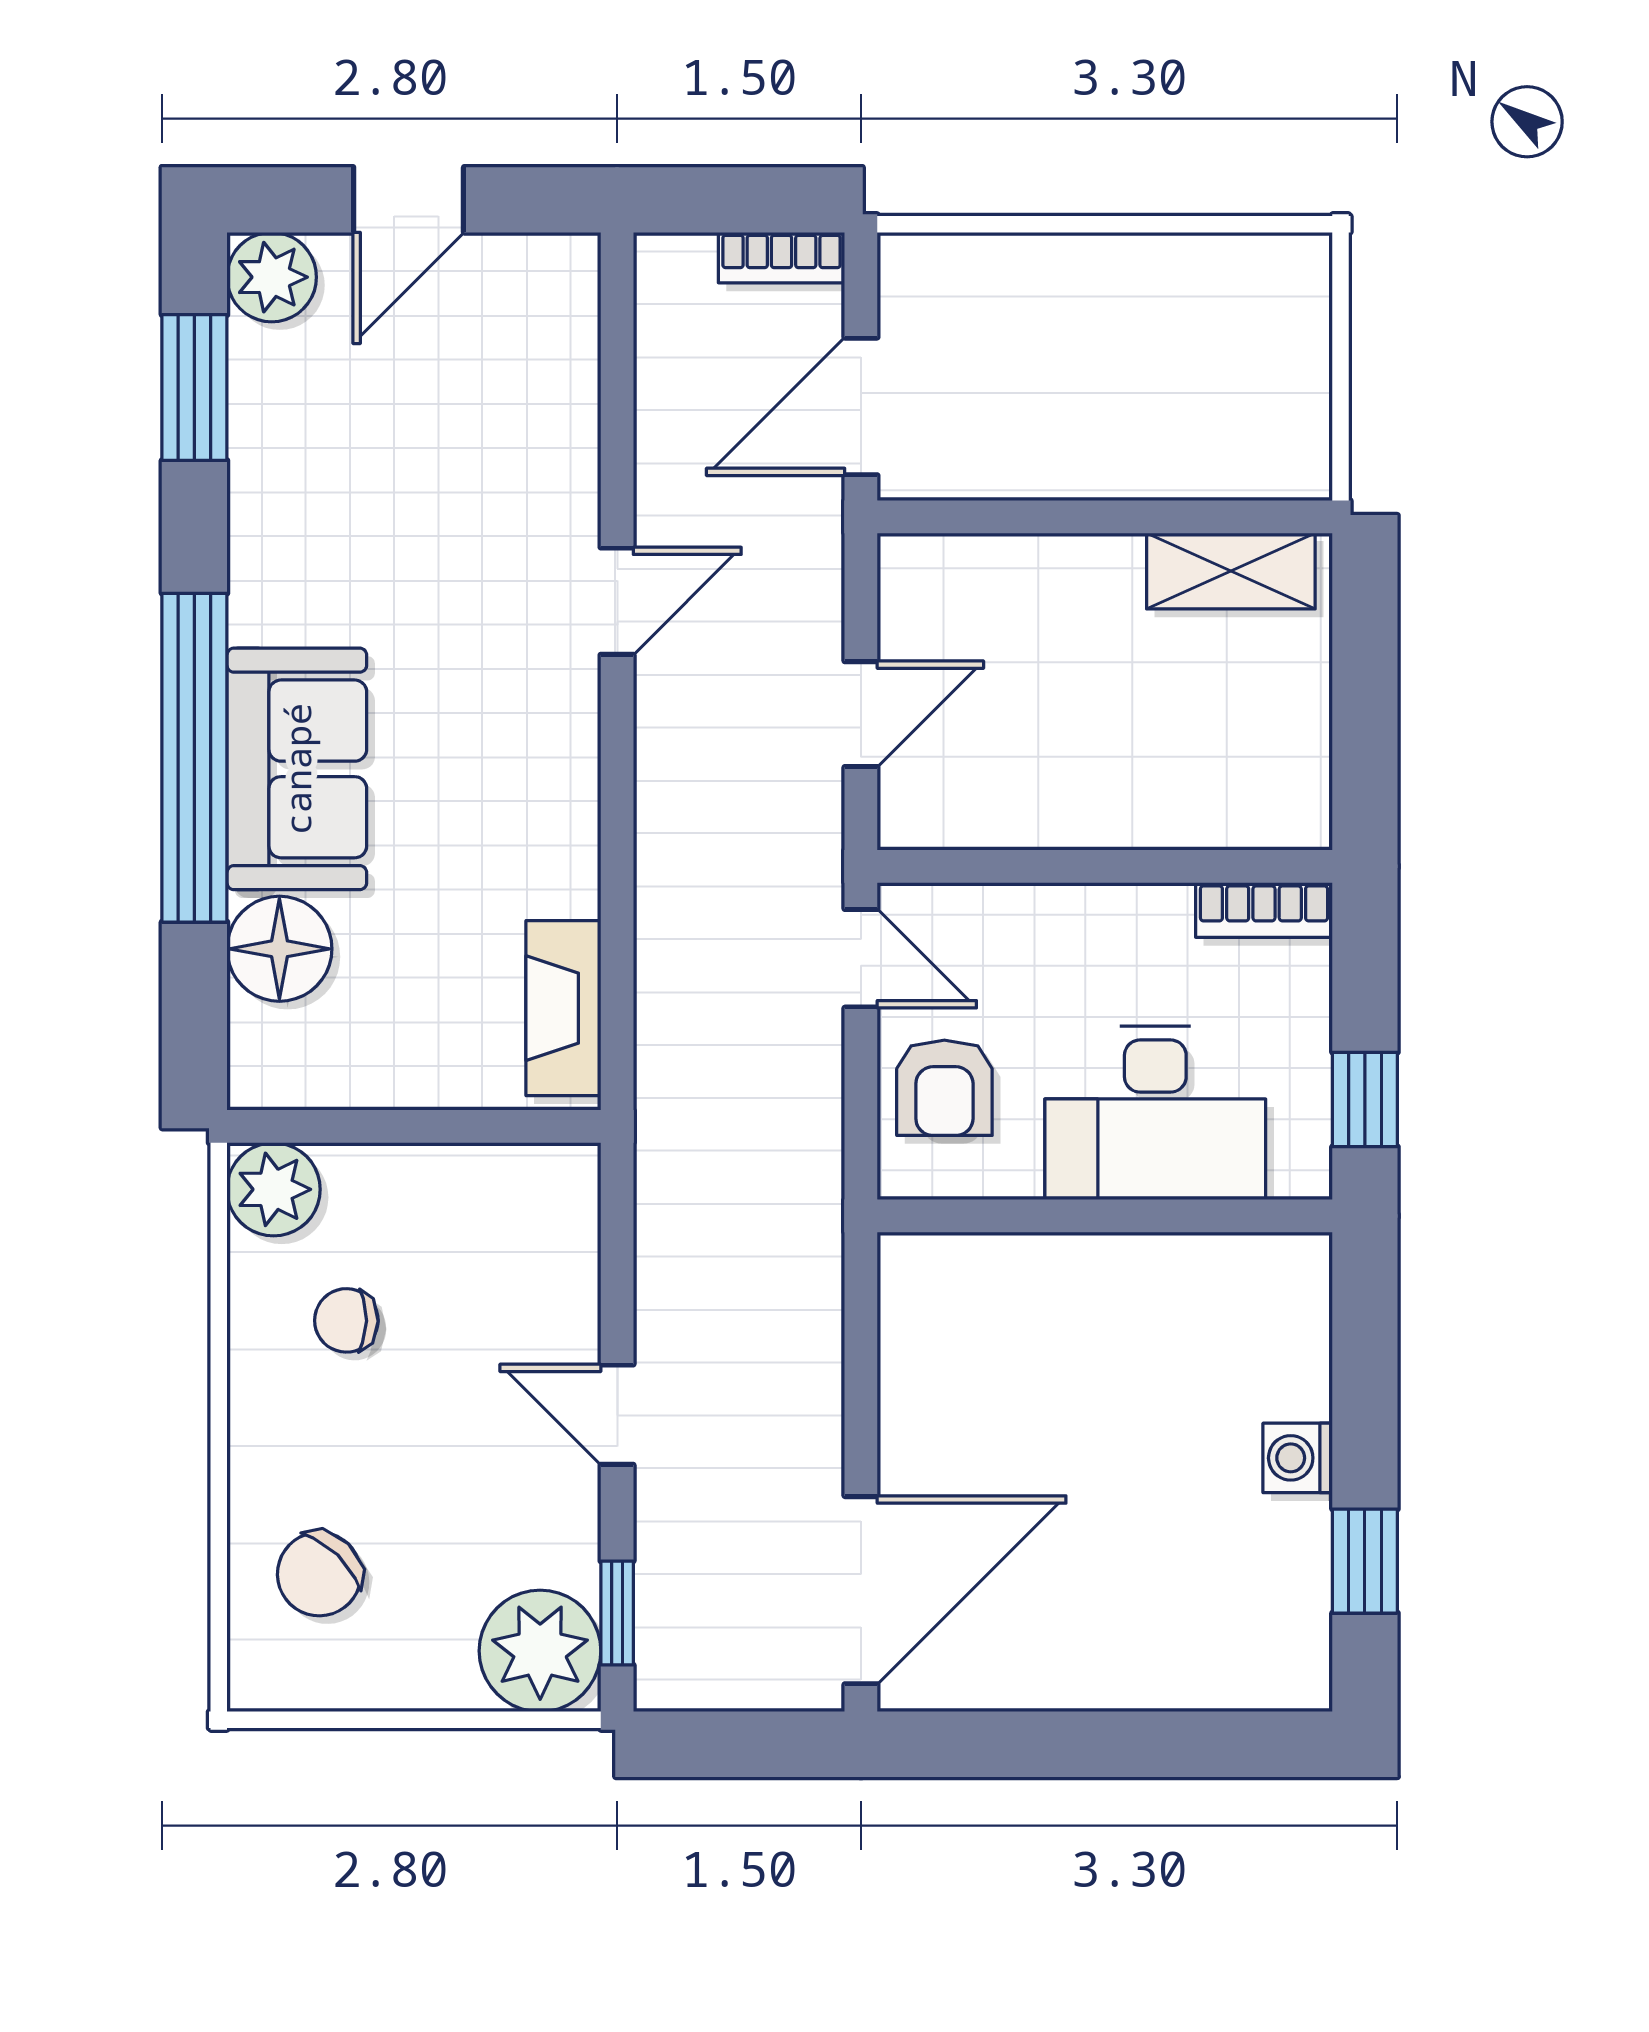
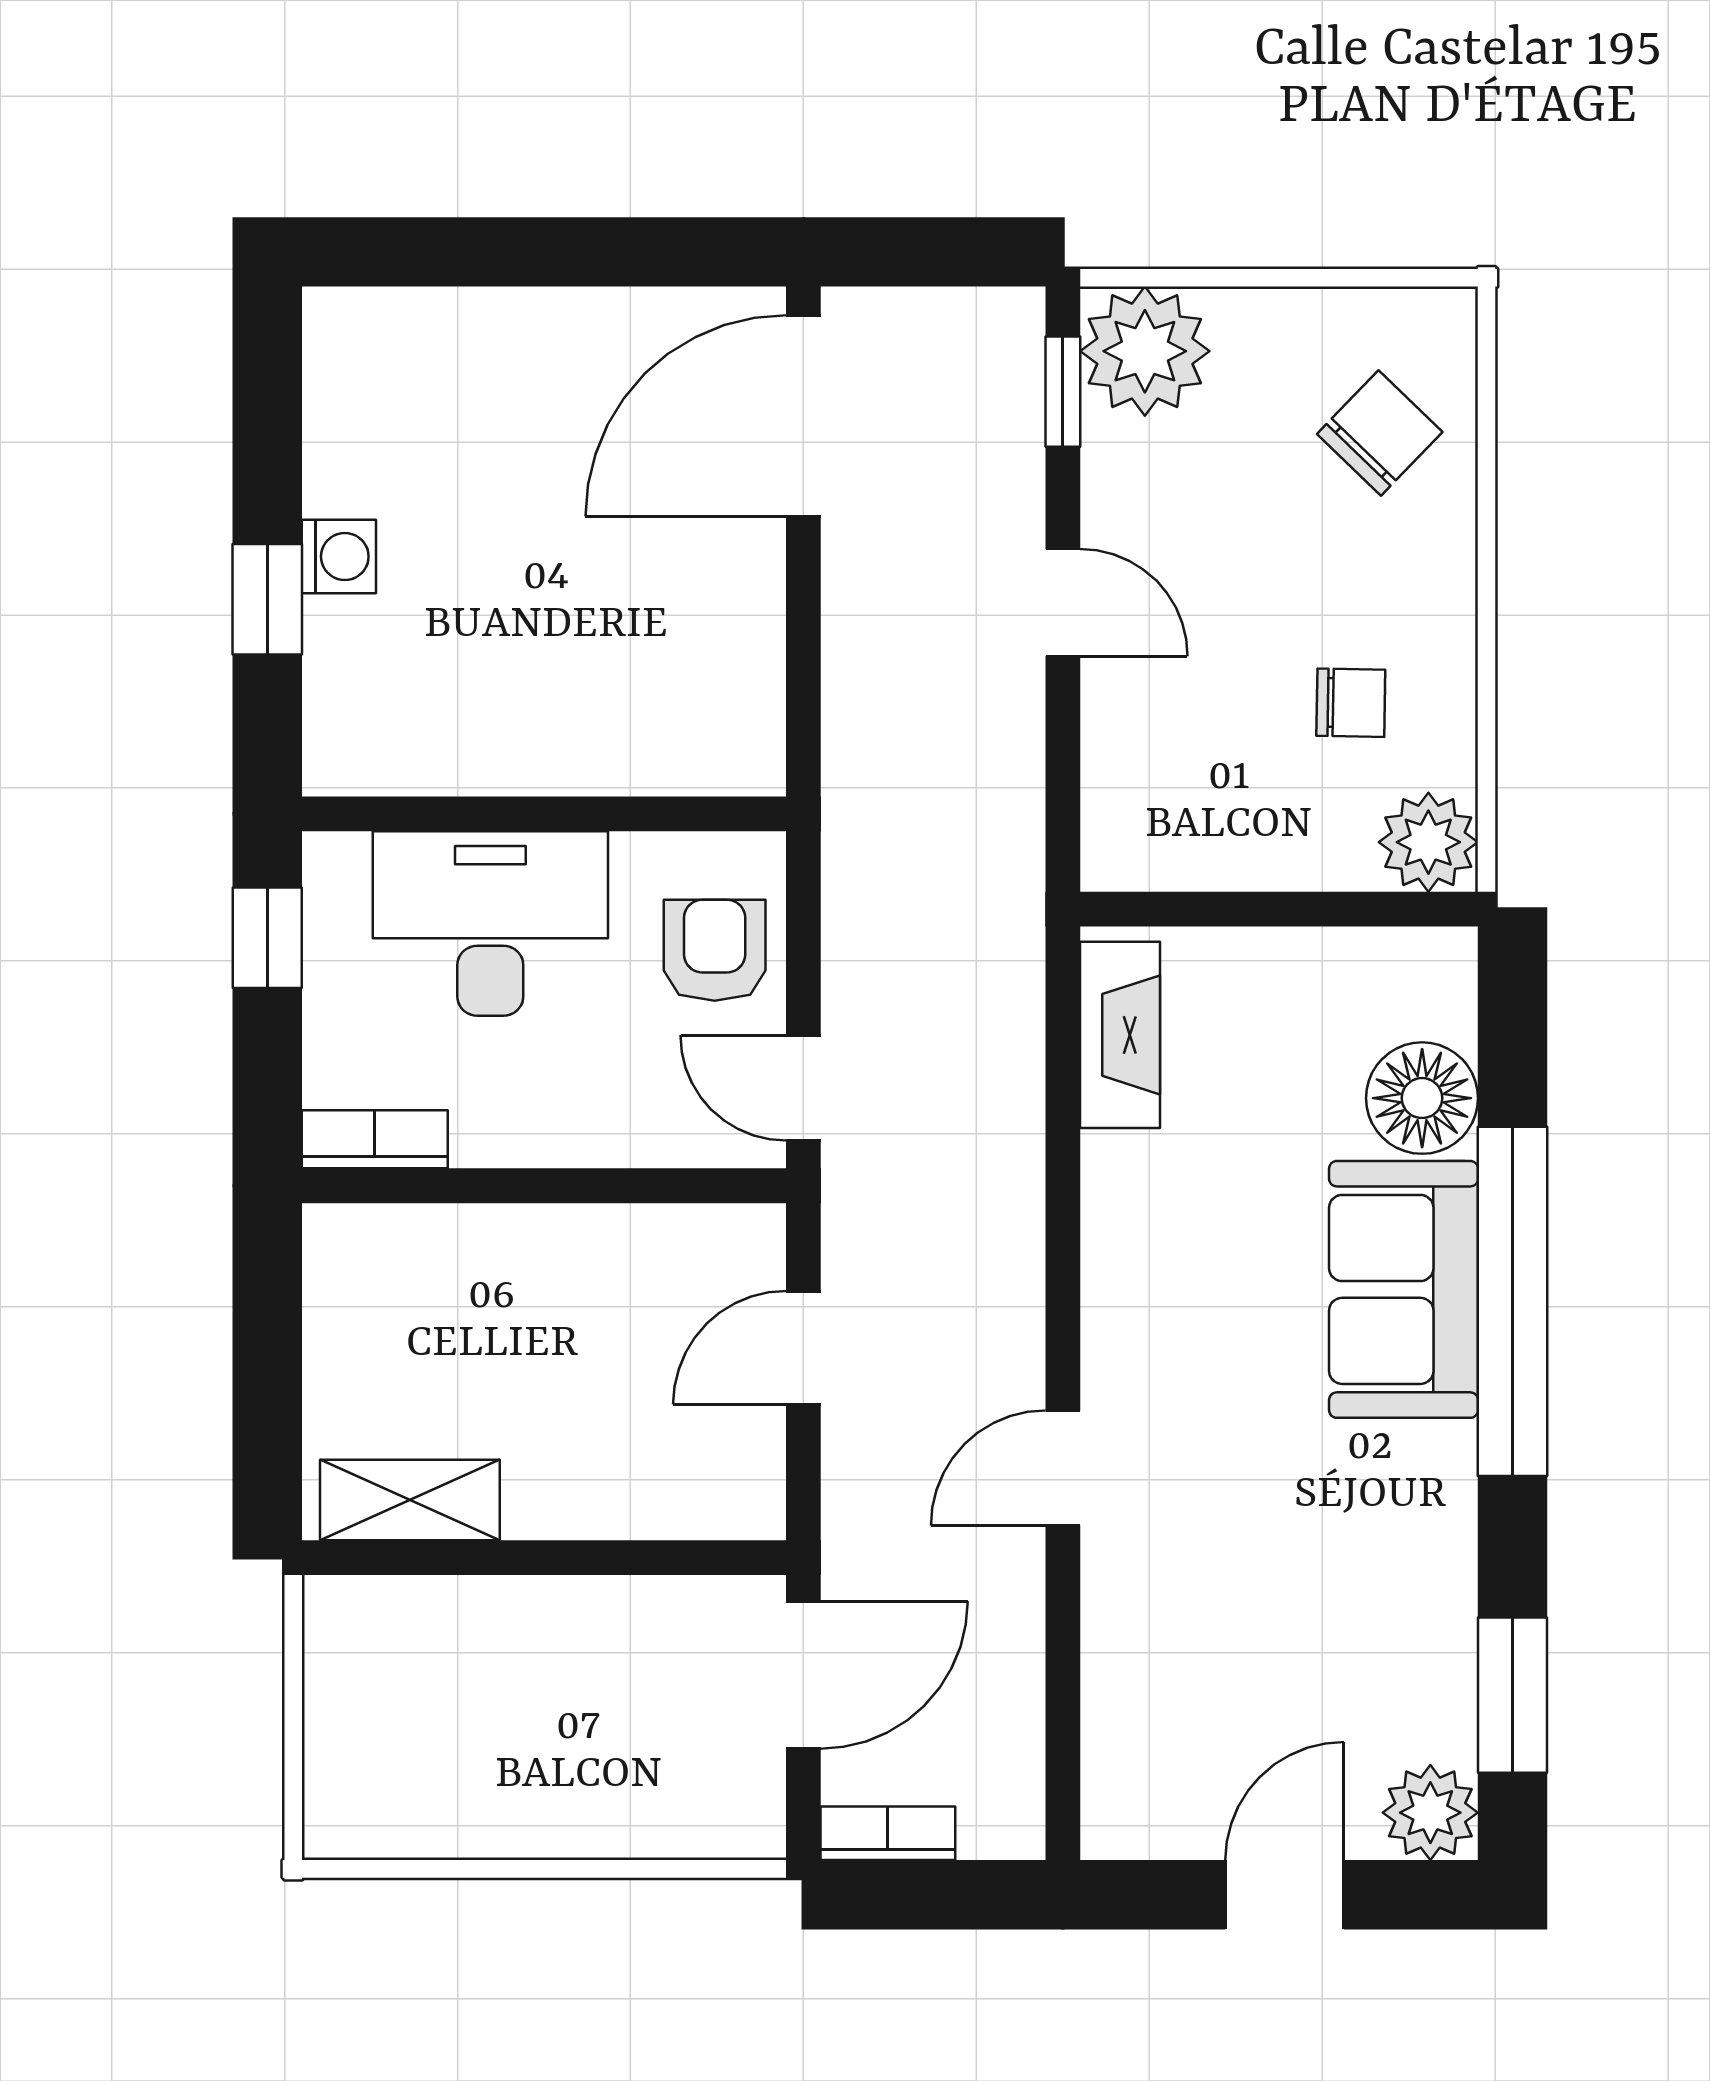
window: (1365, 1561) -> (267, 599), moved

